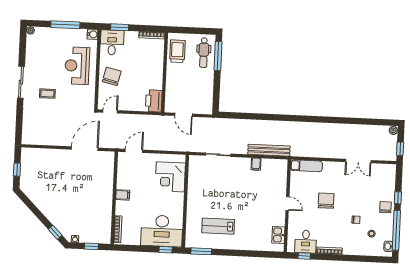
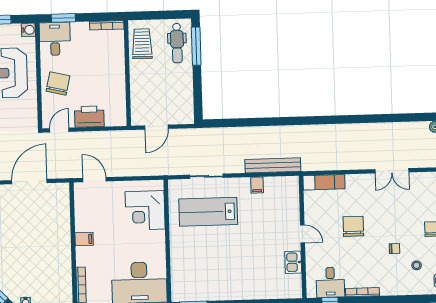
printer: (154, 101) -> (89, 117), moved, turned 90
door: (184, 115) -> (156, 127), hinge flipped
door: (134, 151) -> (95, 180), hinge flipped
lab bench: (218, 226) -> (208, 212), moved, width x1.36, depth x1.39
kitchen sink: (278, 235) -> (293, 262), moved

